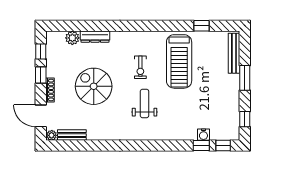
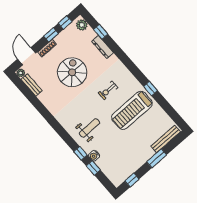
window: (79, 26) -> (101, 32), added
window: (201, 26) -> (151, 88), moved
plant: (72, 38) -> (82, 25), moved
weight bench: (145, 103) -> (90, 128), moved
water cooler: (203, 135) -> (94, 156), moved
window: (223, 146) -> (80, 153), moved

